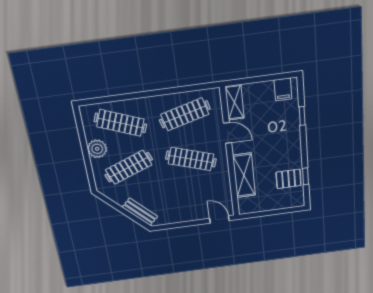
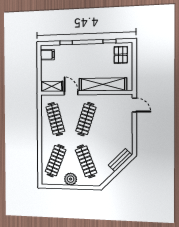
door: (227, 133) -> (71, 93), hinge flipped
shelving: (244, 175) -> (103, 84), width x1.47
pallet: (289, 179) -> (121, 55), moved
door: (219, 219) -> (134, 105), swing flipped

